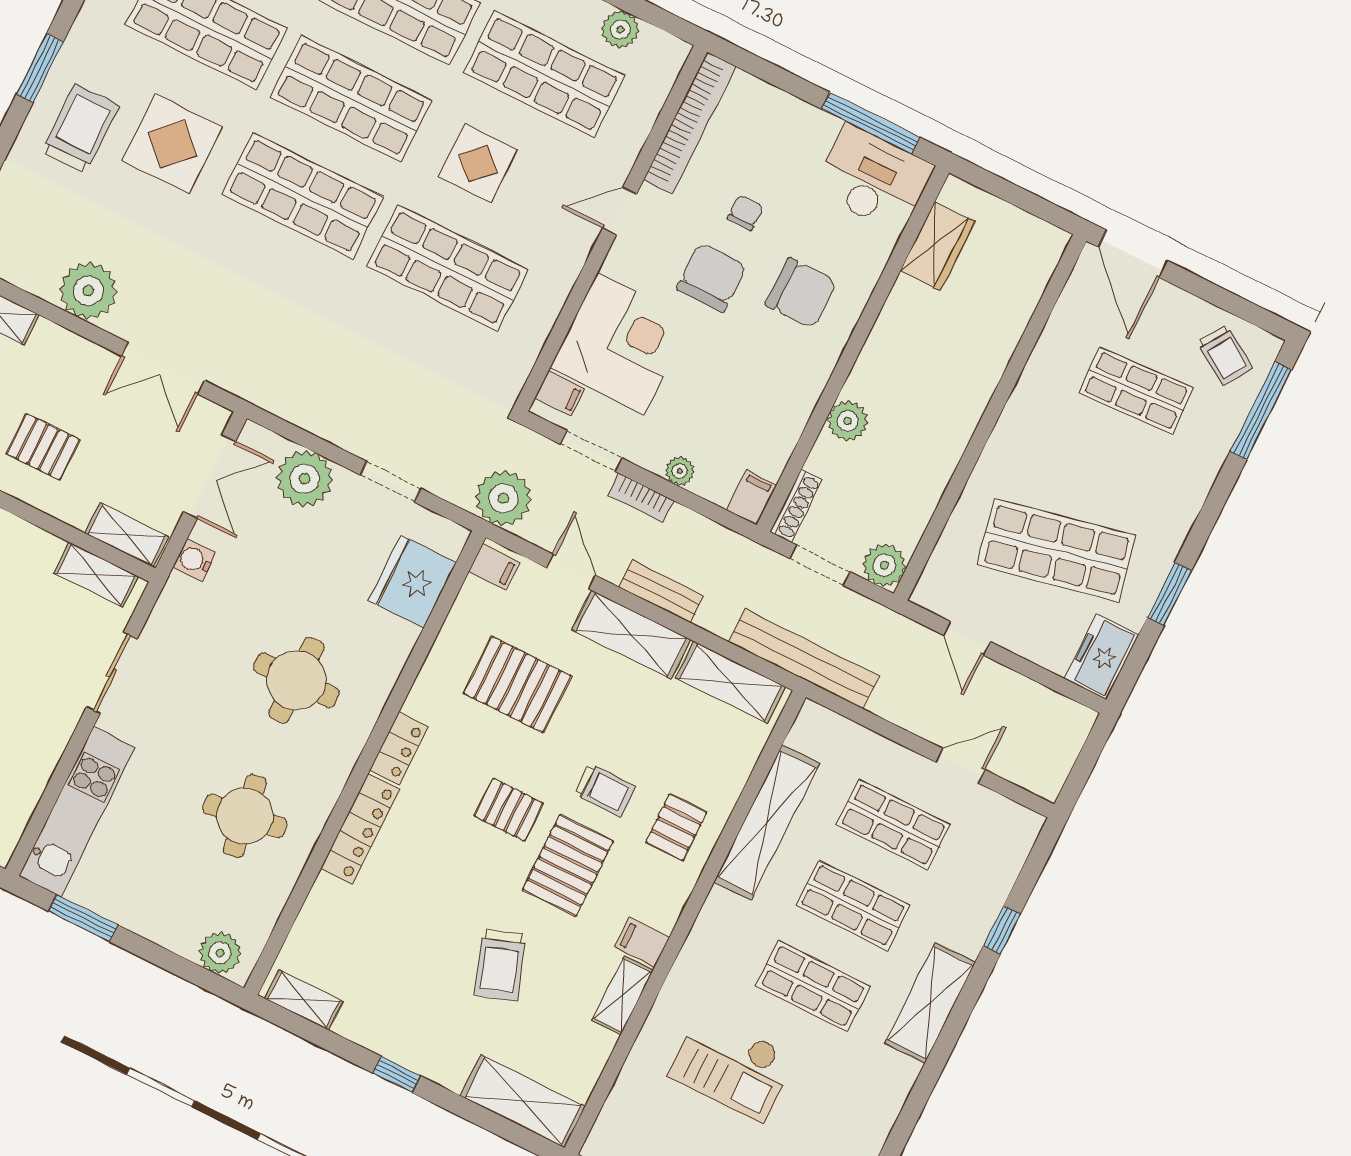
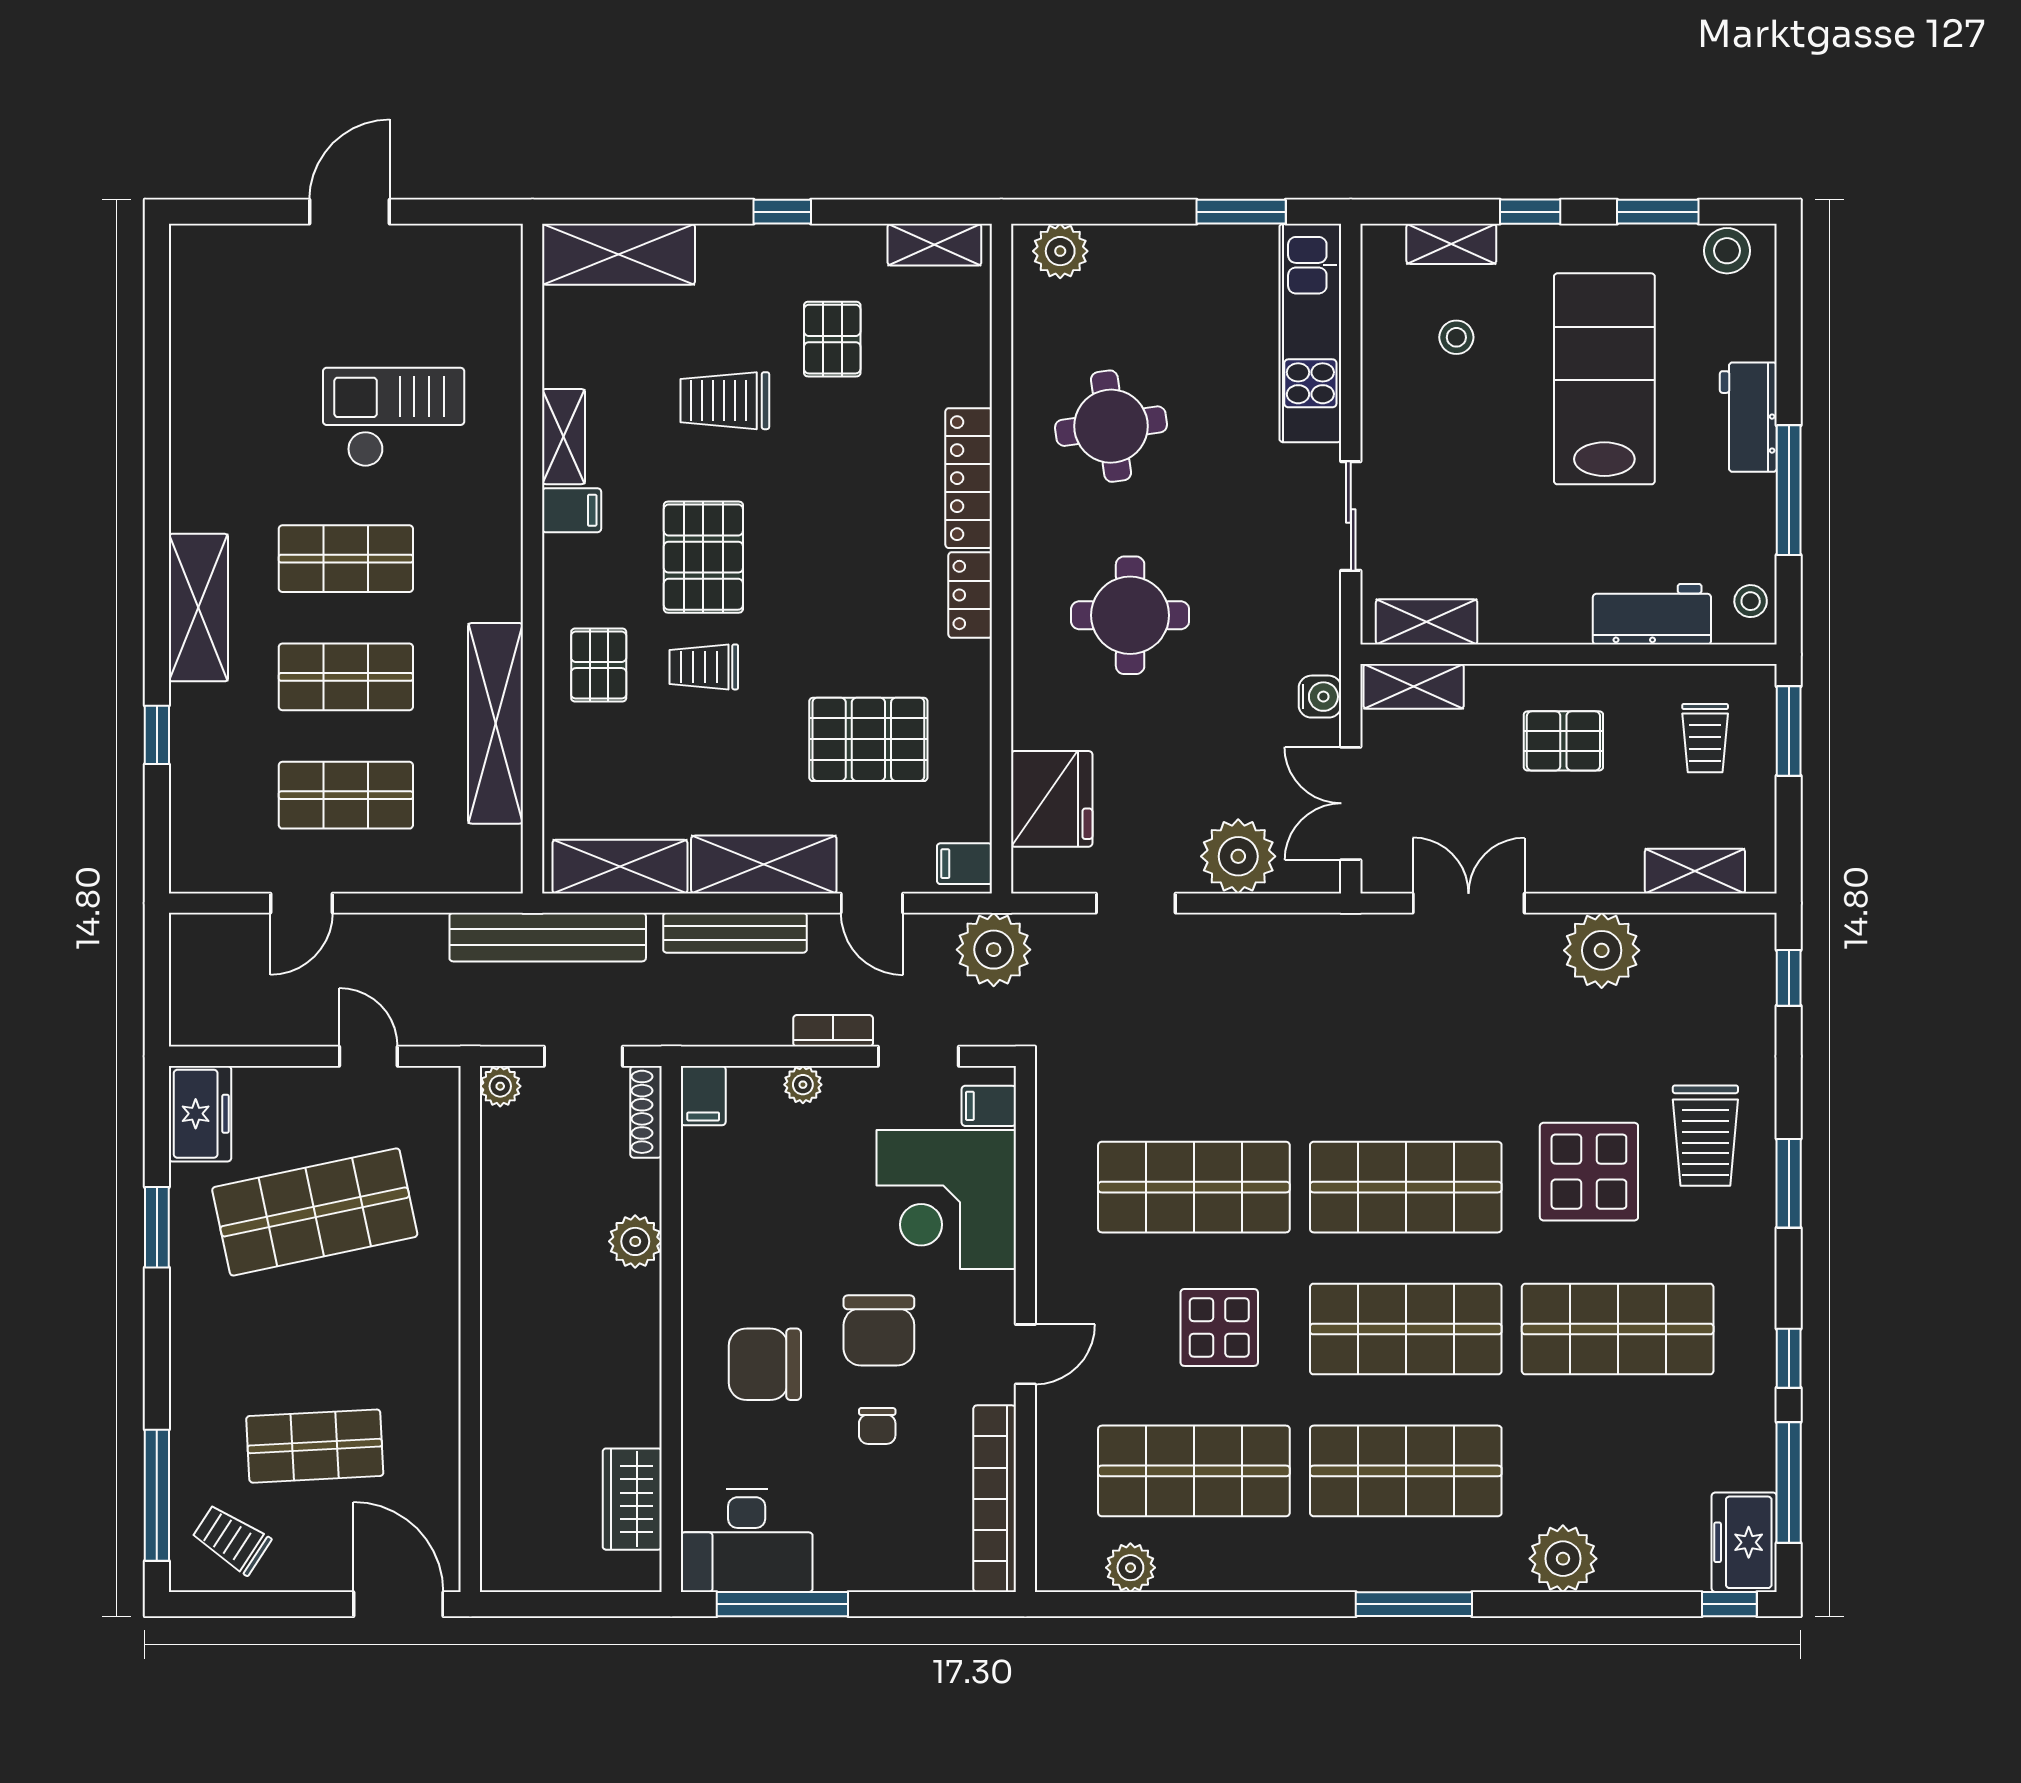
plant: (884, 565) -> (500, 1086), width x0.73, depth x0.73
bench: (661, 591) -> (735, 933), width x1.36
pallet: (509, 810) -> (832, 339), moved, turned 90
trolley: (500, 965) -> (725, 401), turned -71

